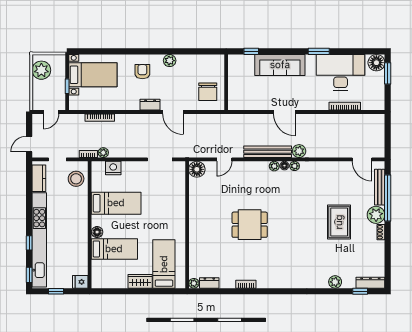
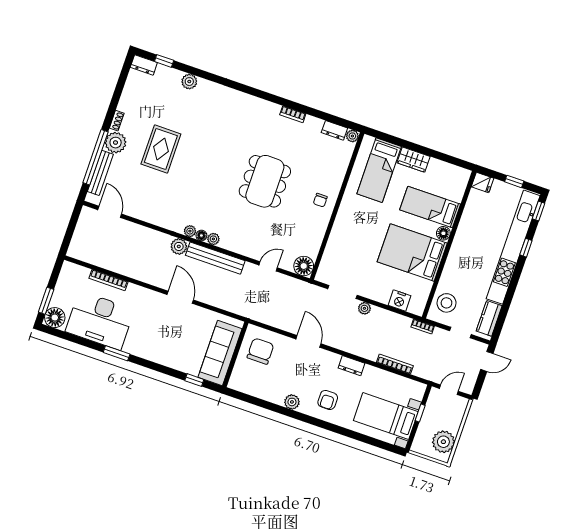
sofa: (280, 65) -> (220, 353), moved, turned -90
dresser: (150, 105) -> (351, 366), moved
plant: (103, 153) -> (364, 308), moved
bed: (116, 203) -> (412, 252), width x1.50
chair: (202, 225) -> (320, 200), added
dining table: (250, 225) -> (265, 181), width x1.38
dresser: (370, 283) -> (144, 65), width x0.70

